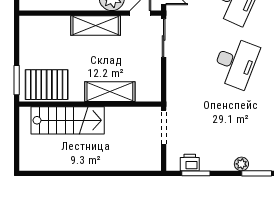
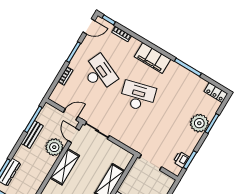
desk: (236, 63) -> (138, 96), turned -36
plant: (241, 164) -> (199, 123), width x1.87, depth x1.87

